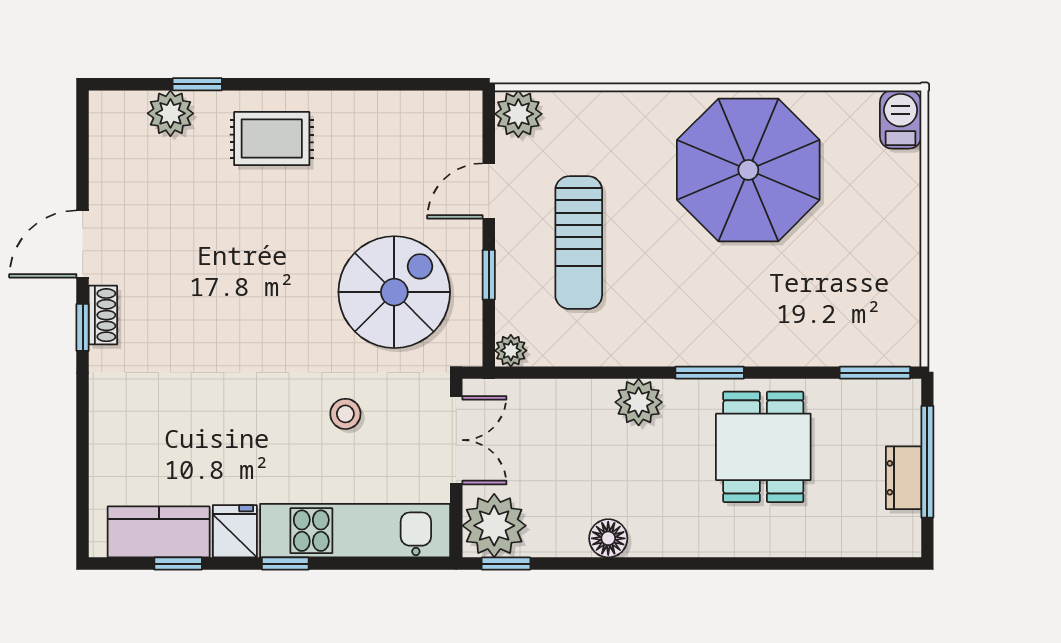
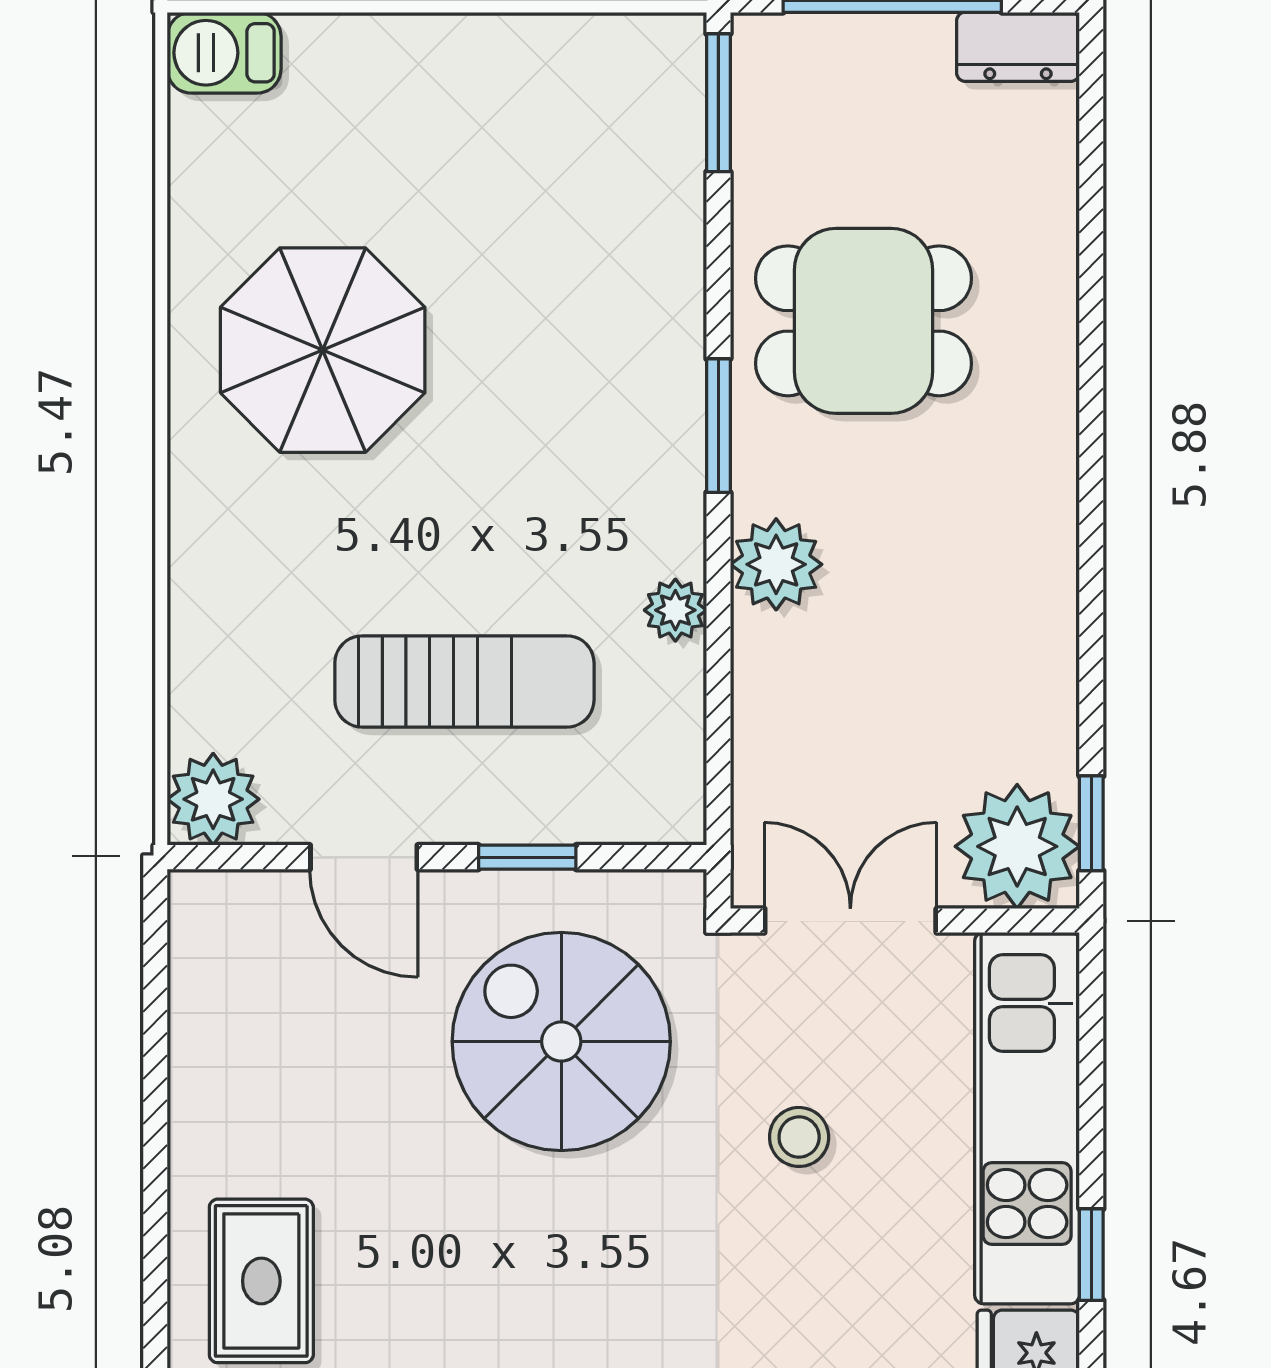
parasol: (748, 170) -> (323, 350), width x0.73, depth x0.73
plant: (511, 351) -> (675, 610), moved
dresser: (904, 478) -> (1018, 47), moved
floor lamp: (608, 538) -> (1042, 624), removed

